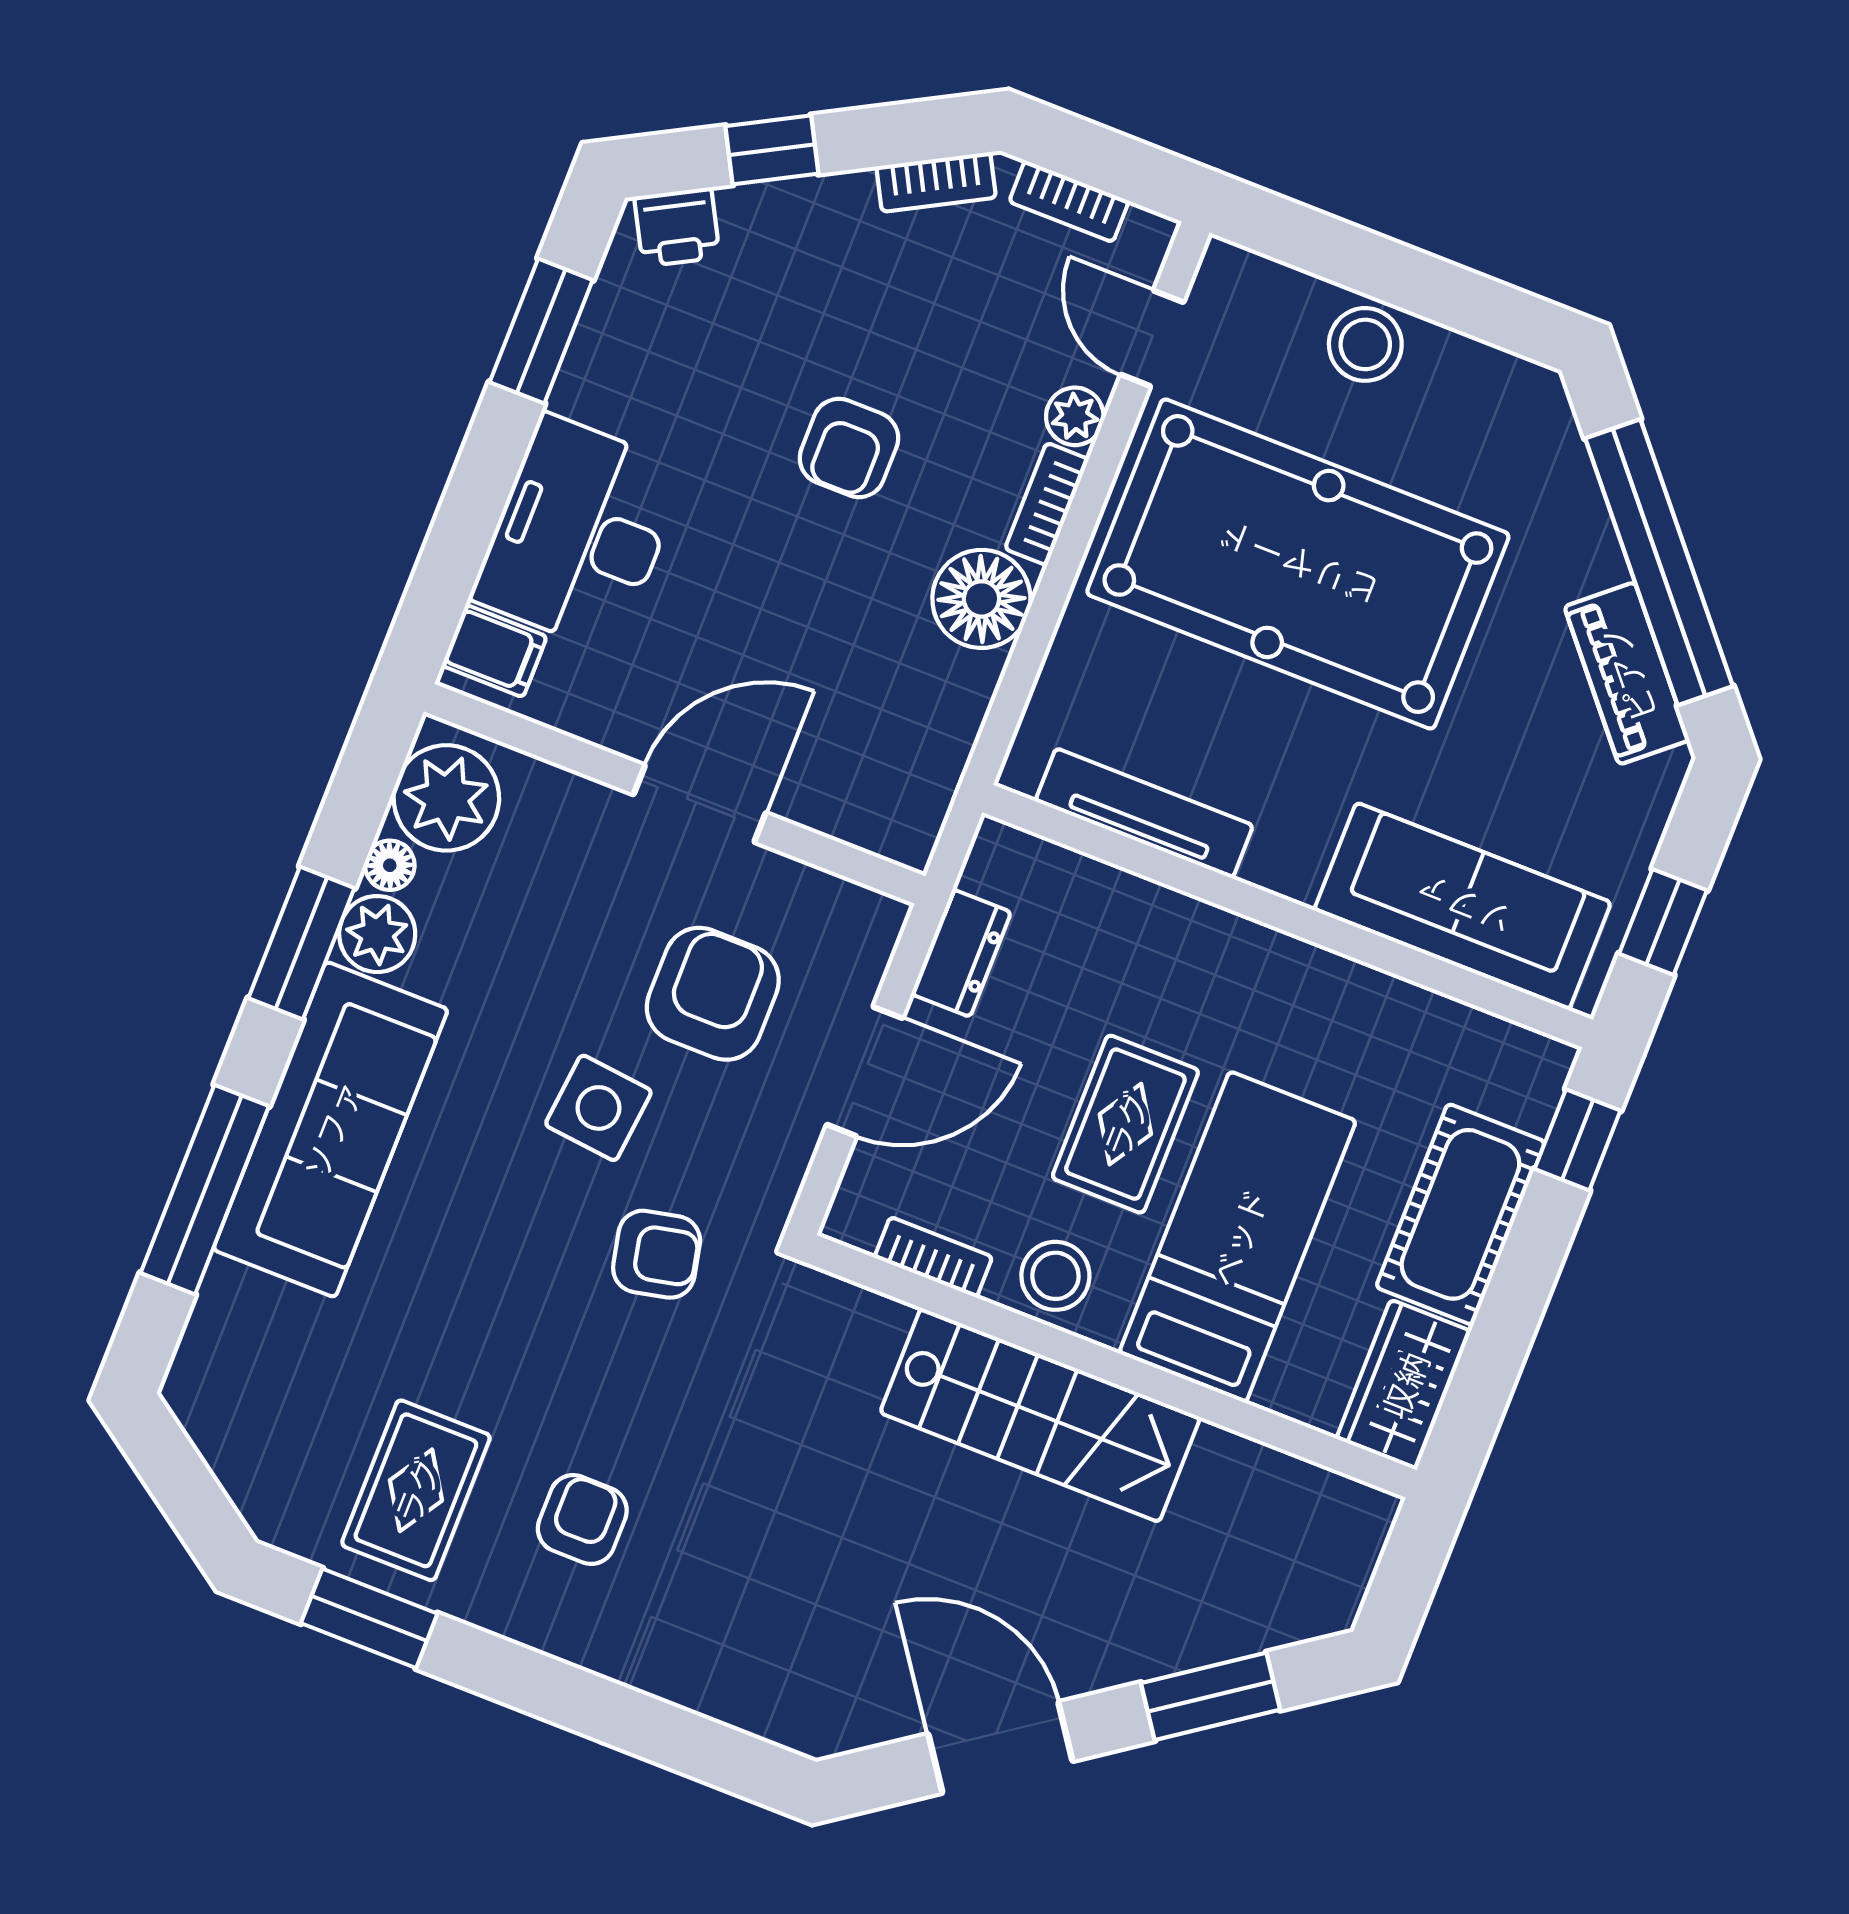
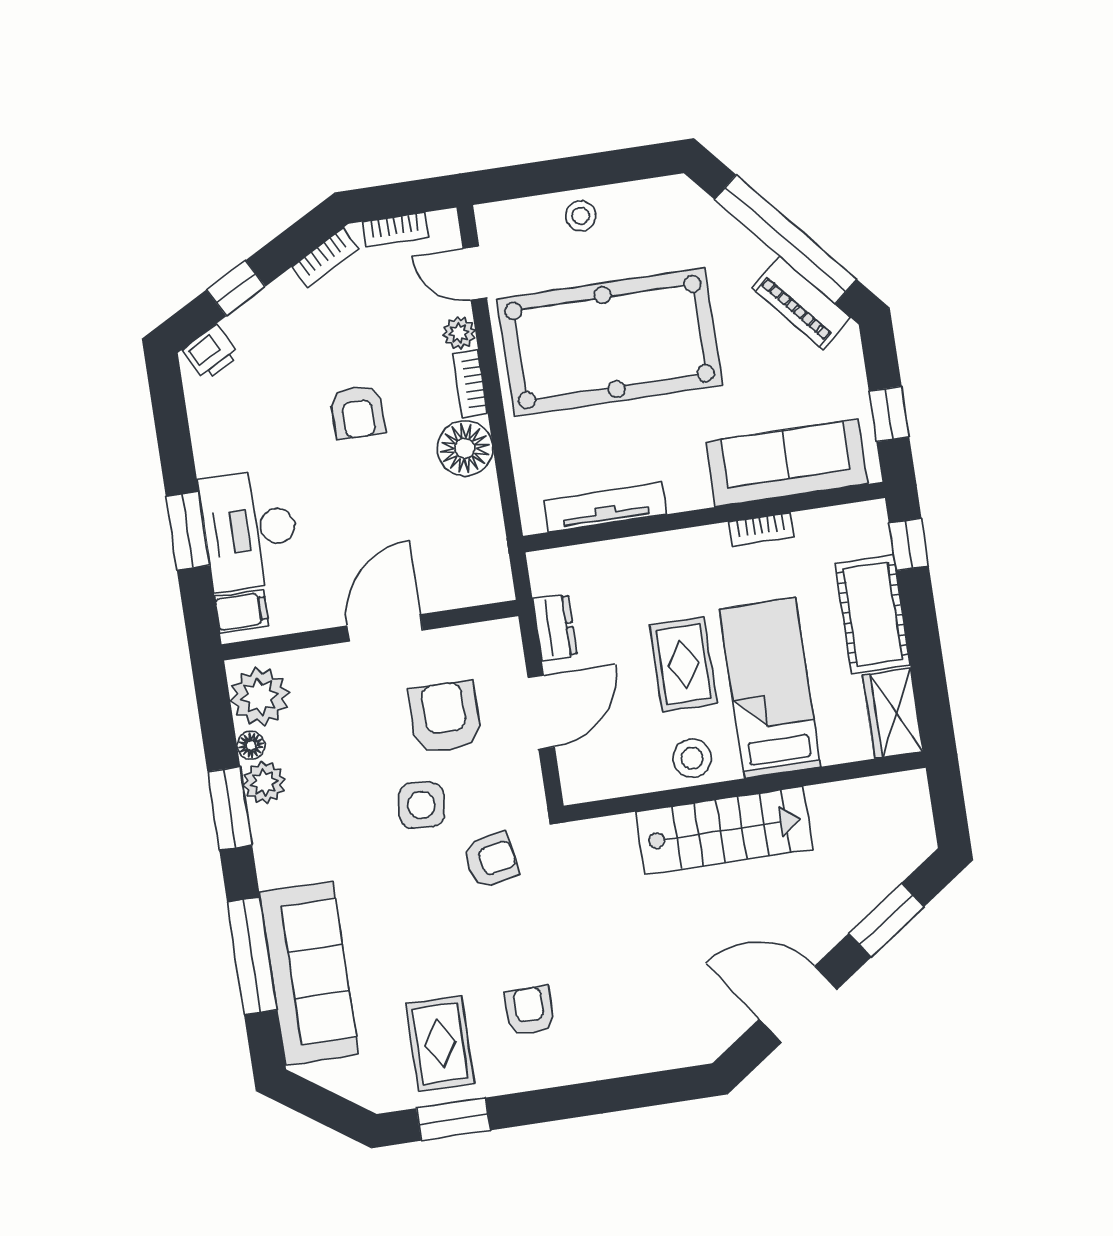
window: (541, 331) -> (188, 531), moved
stool: (1365, 344) -> (581, 216), width x0.73, depth x0.73
sofa: (331, 1129) -> (309, 973), moved
bookcase: (933, 1257) -> (761, 529), moved, turned 180

